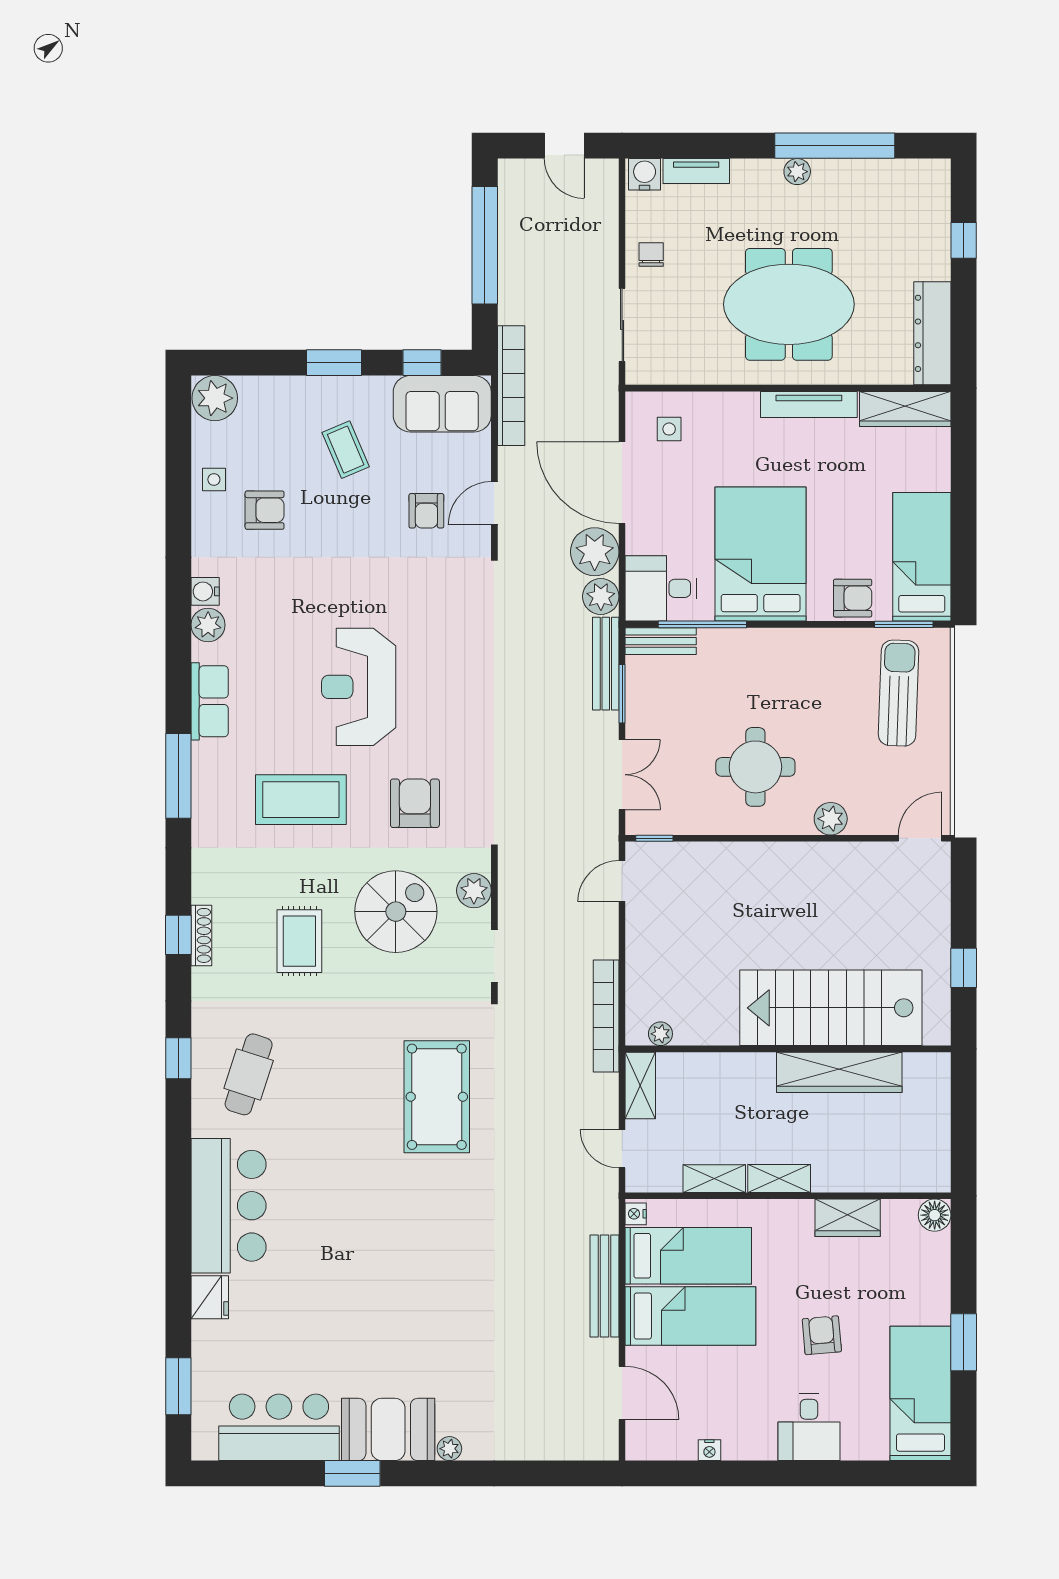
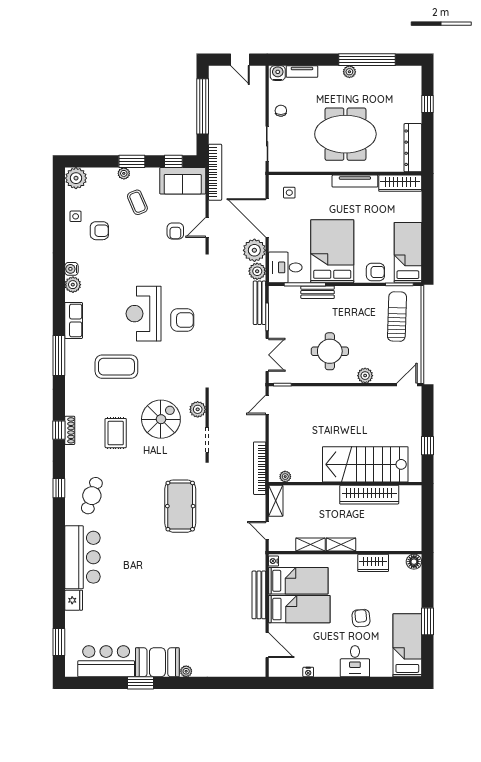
plant: (317, 388) -> (124, 173), added
bench: (661, 641) -> (318, 292), moved
armchair: (415, 803) -> (182, 320), moved, turned 90

